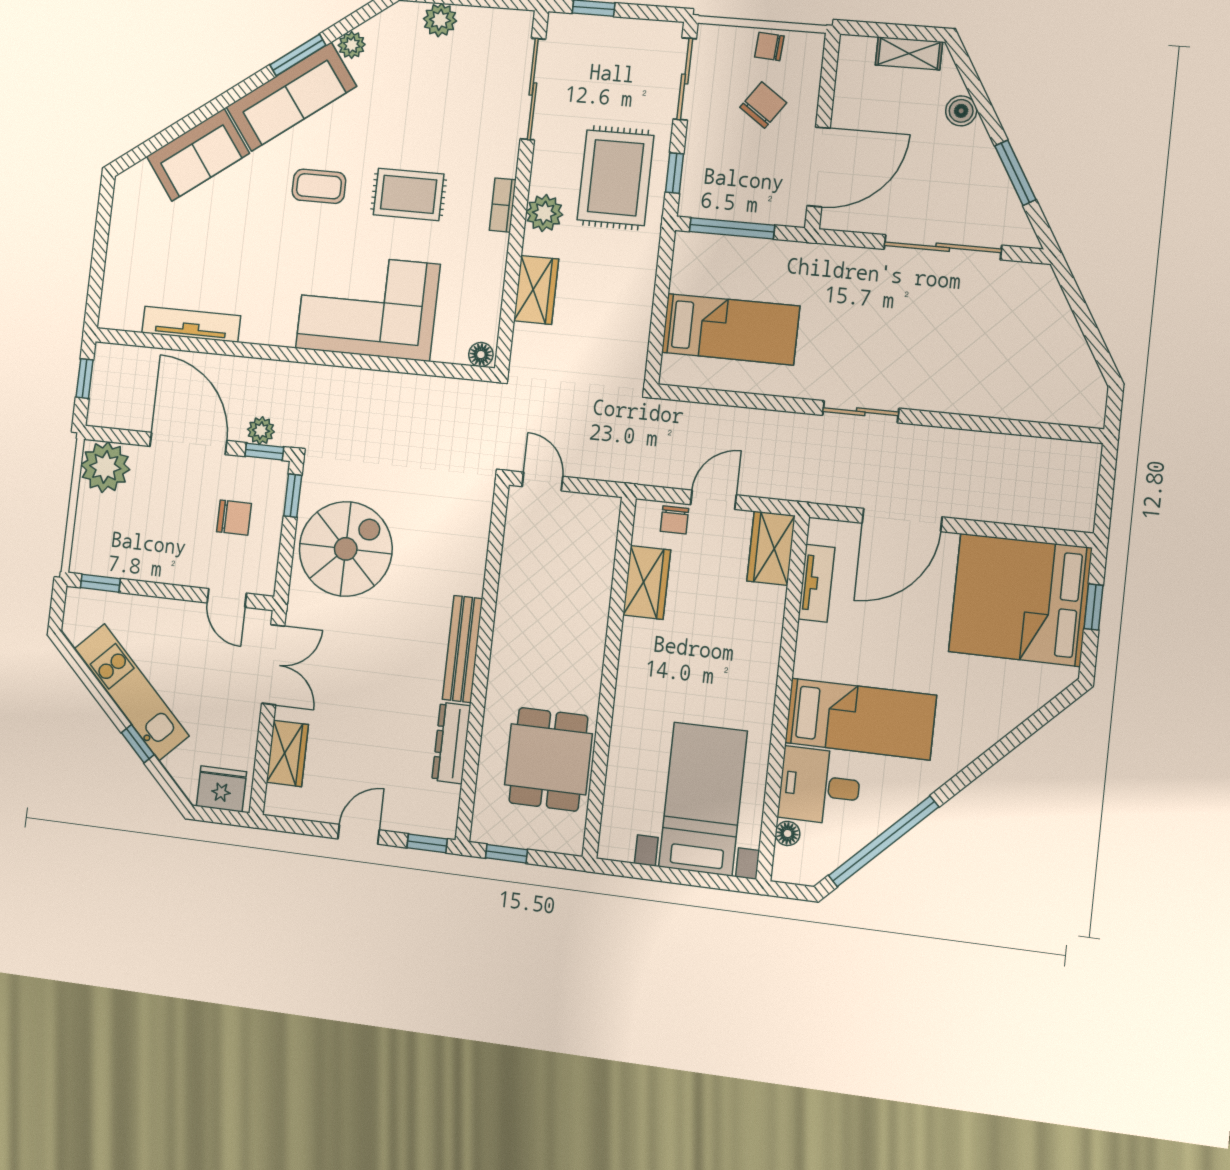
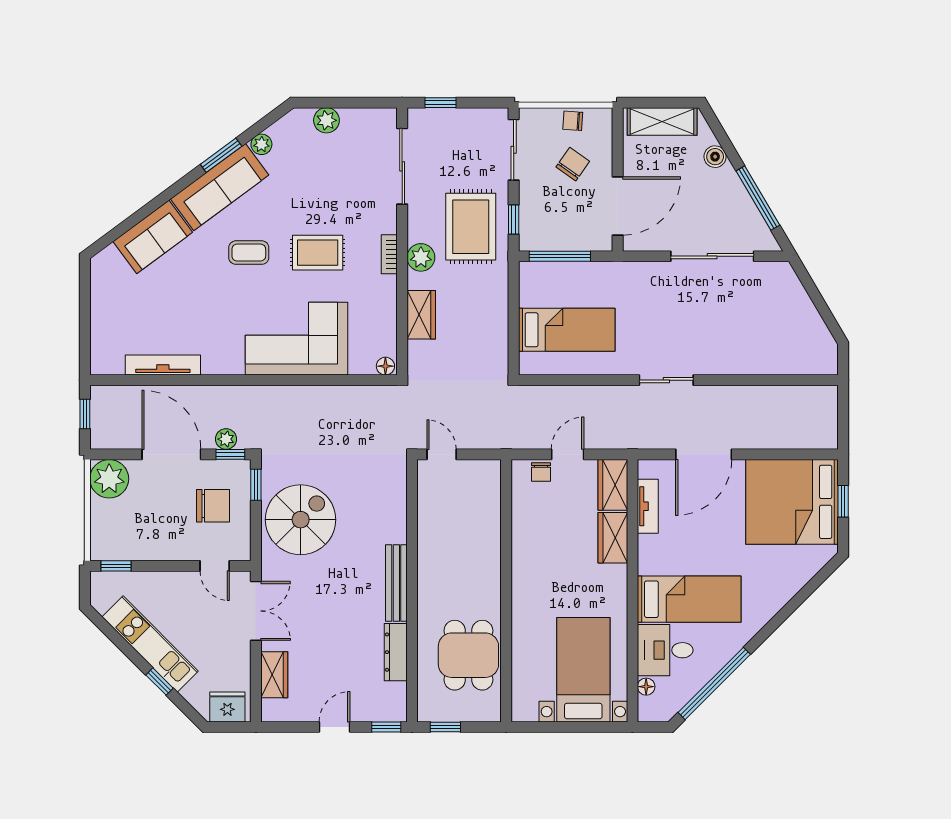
shelving: (909, 53) -> (662, 121), width x1.50, depth x1.33
window: (1015, 173) -> (758, 198), width x1.44
chair: (234, 518) -> (213, 506), width x1.37, depth x1.37
wardrobe: (647, 582) -> (613, 538), moved, turned 180

